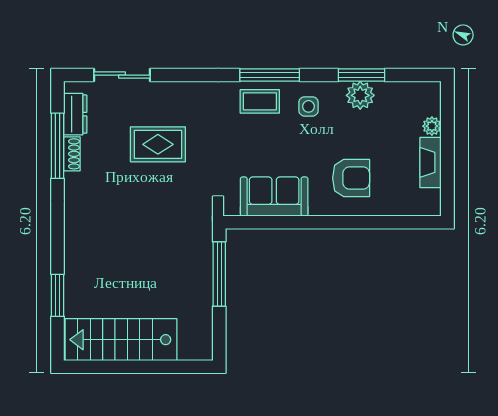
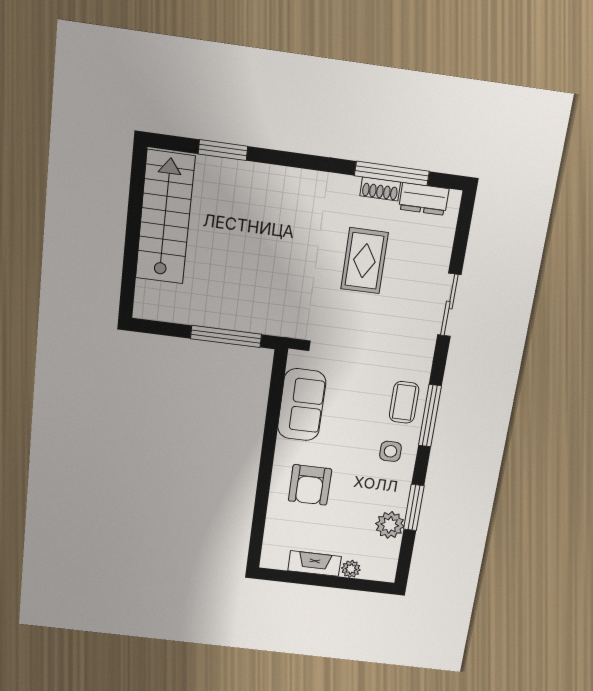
sliding door: (122, 75) -> (449, 305), moved
plant: (360, 95) -> (390, 525), moved
rug: (158, 144) -> (364, 261), moved

